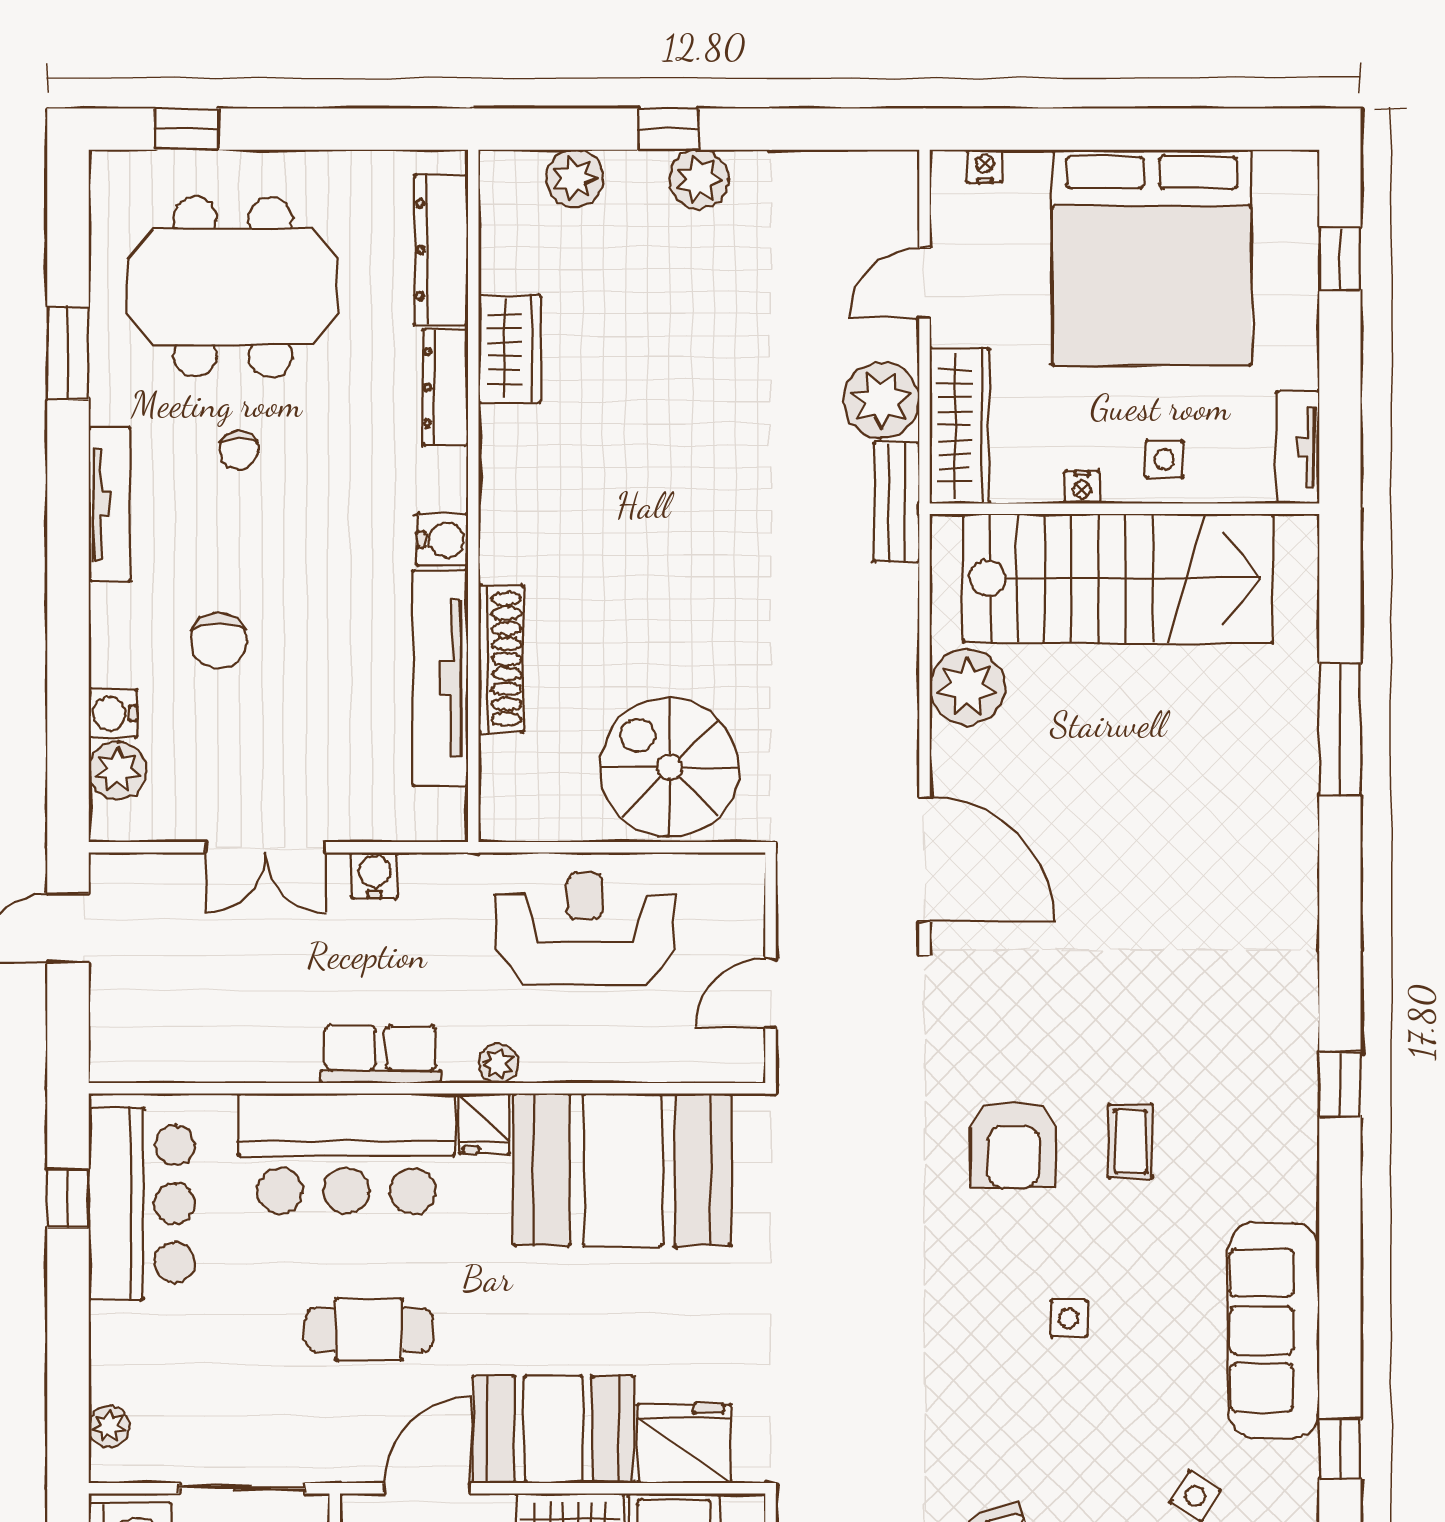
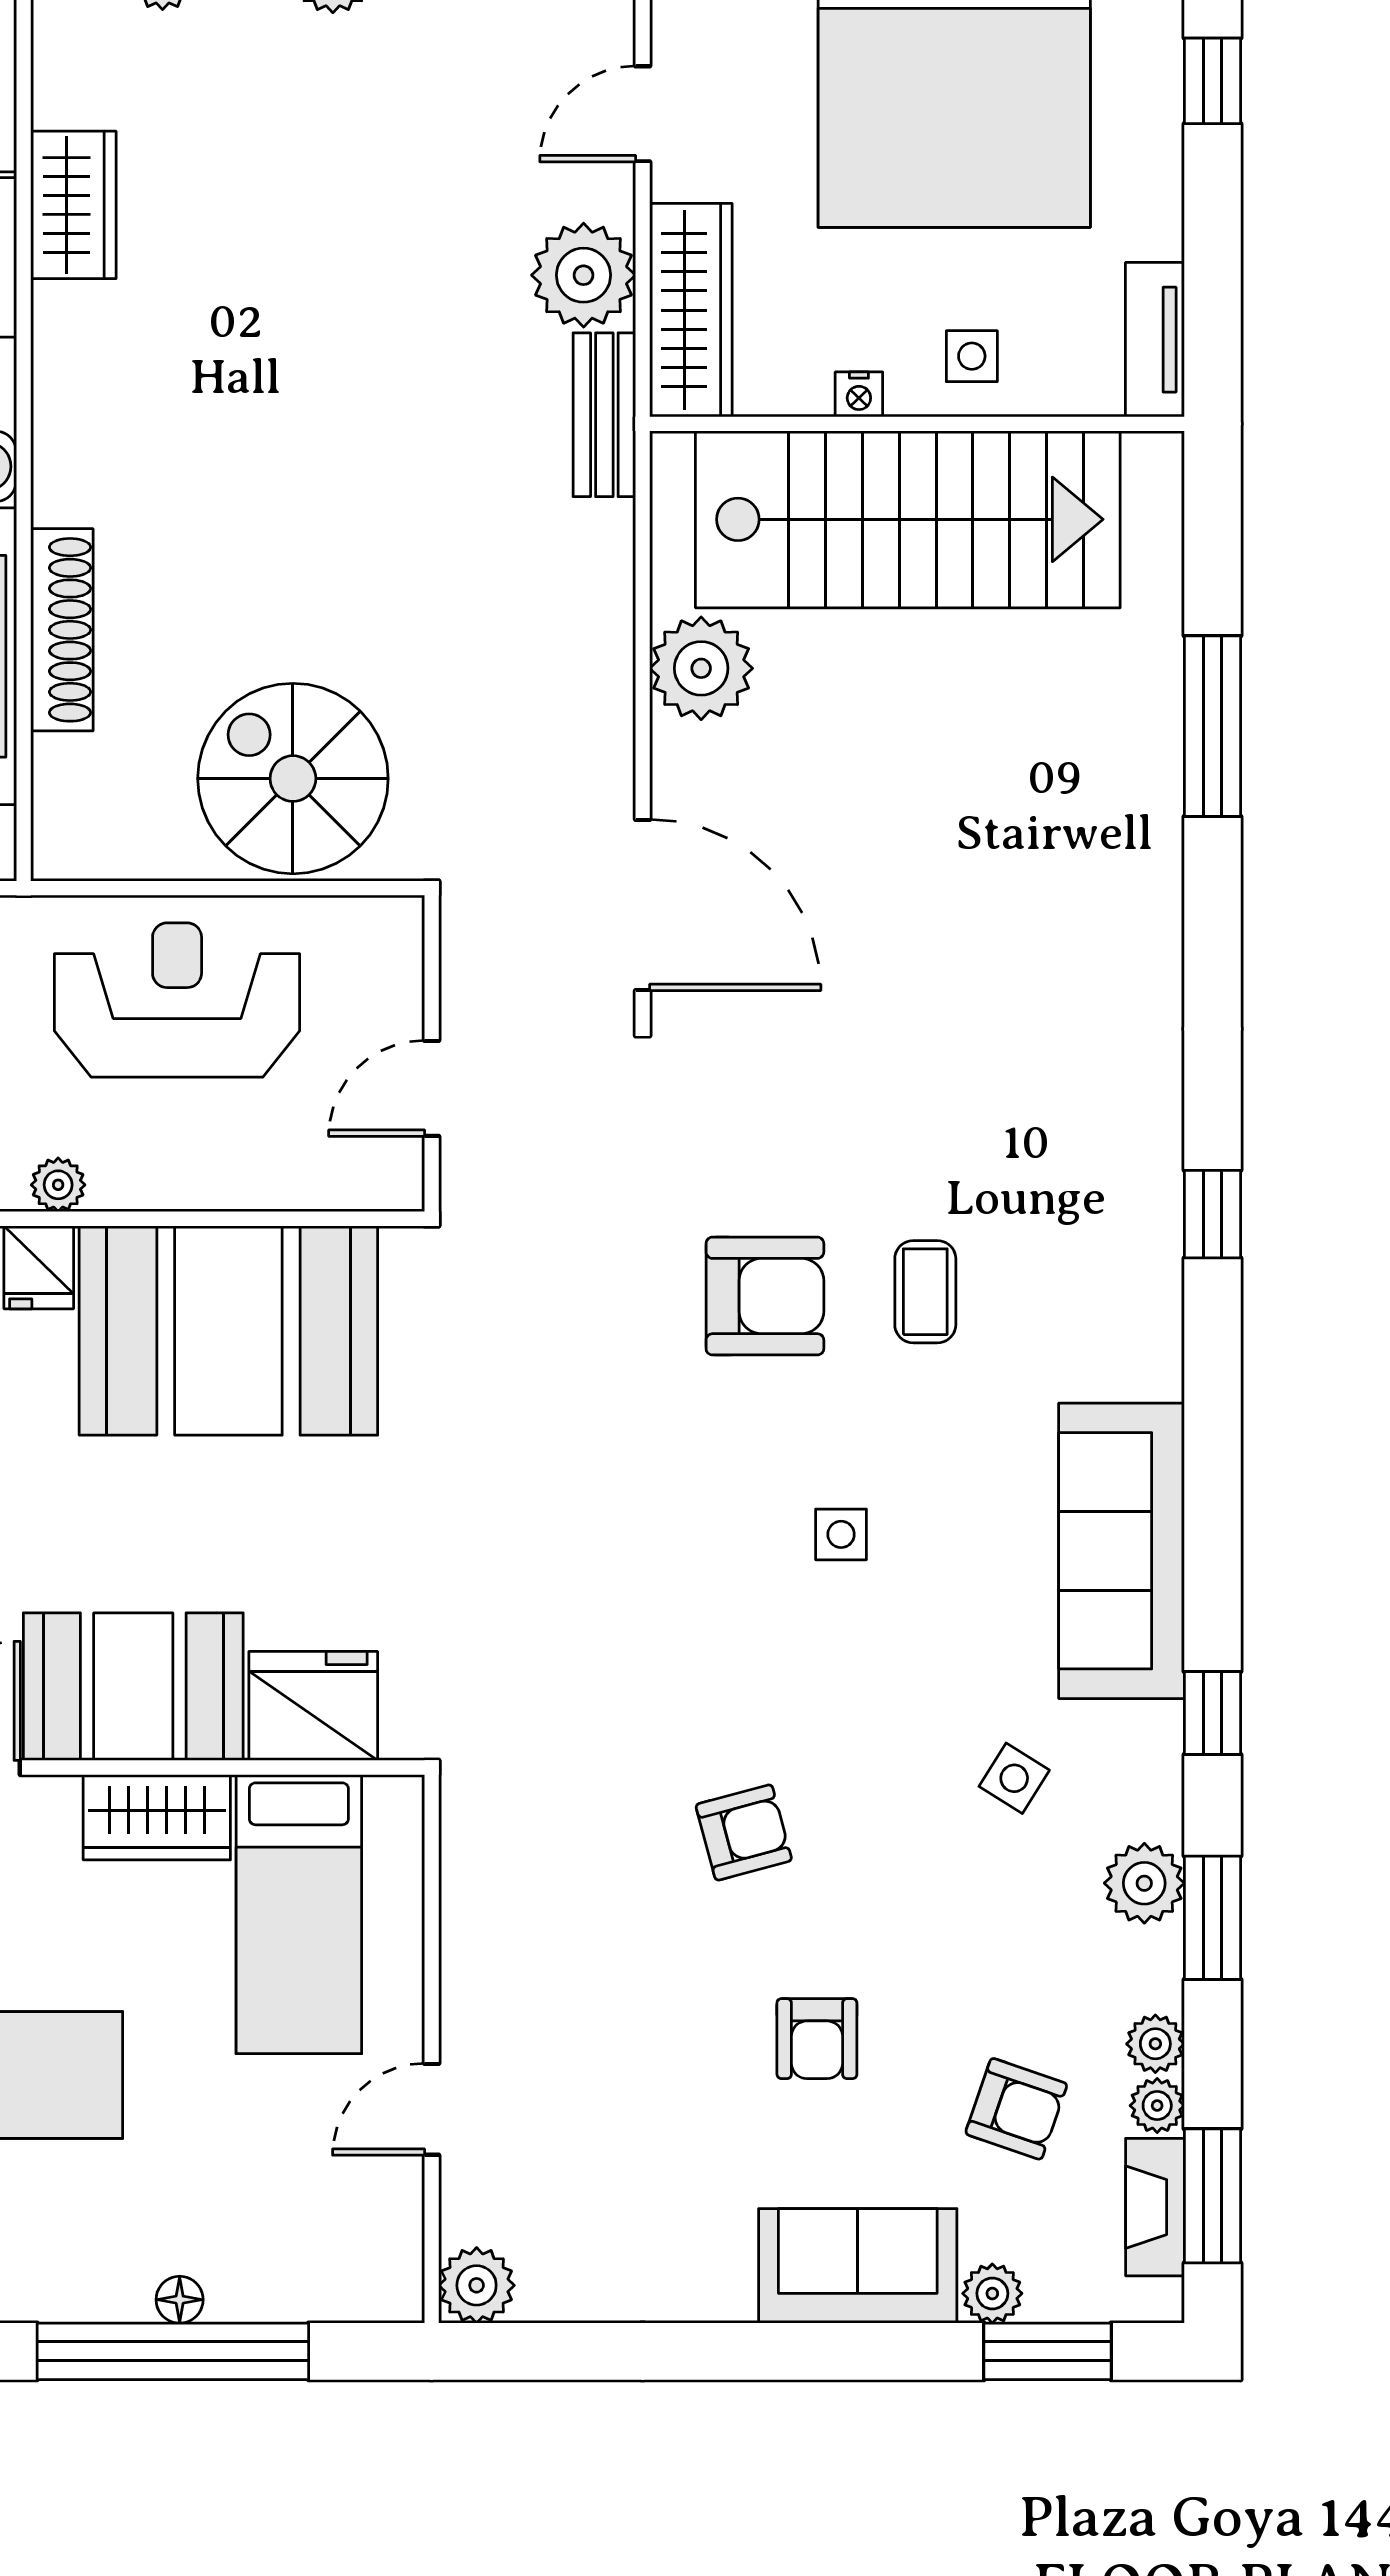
armchair: (1014, 1145) -> (765, 1296), turned -90

